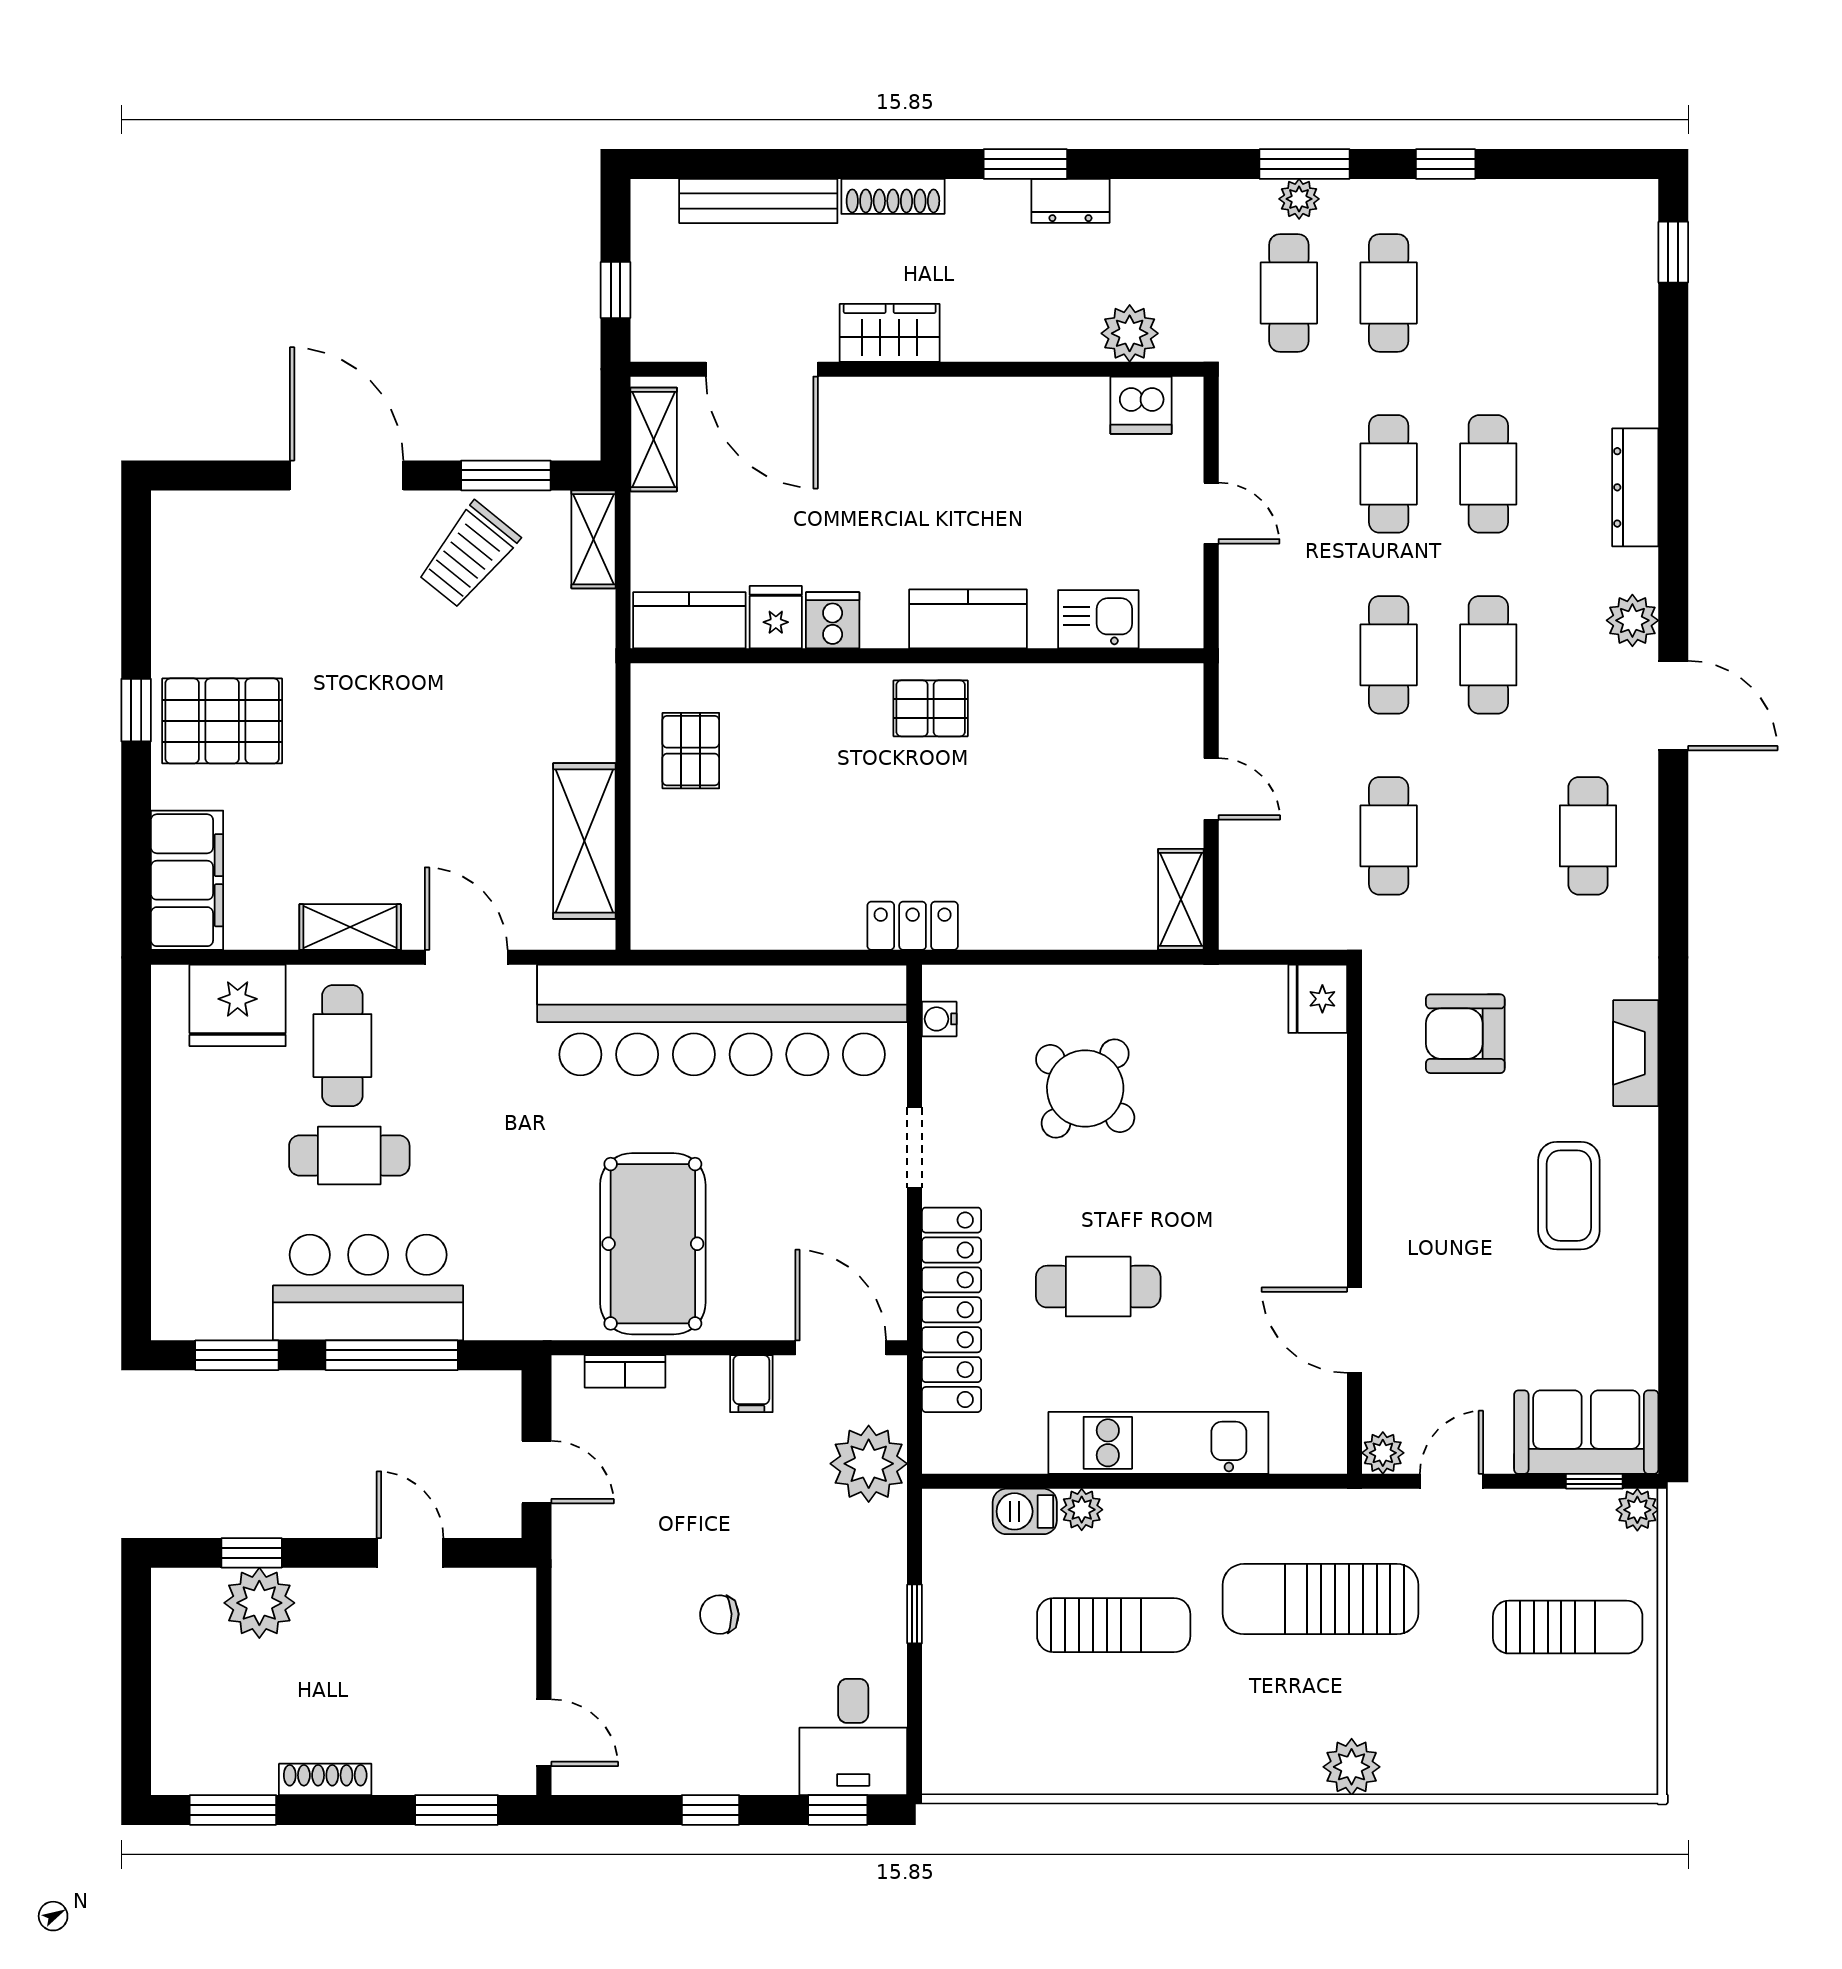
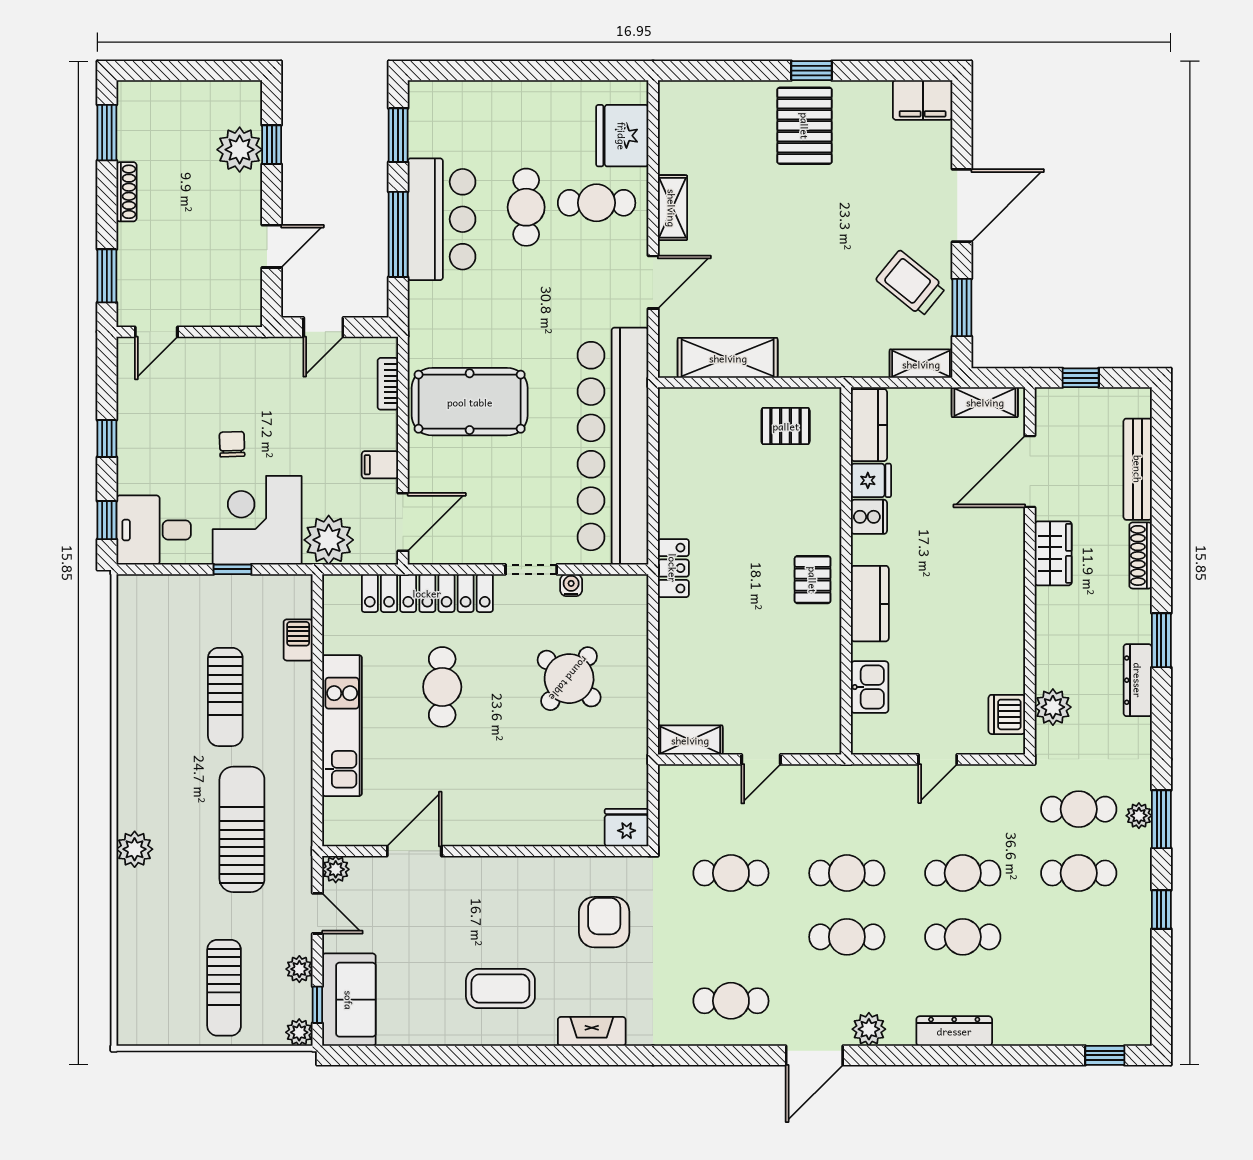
dresser: (1070, 201) -> (1138, 680), width x1.44
filing cabinet: (187, 880) -> (923, 100), moved, width x0.67, depth x0.86
water cooler: (939, 1019) -> (571, 585), moved
plant: (1082, 1510) -> (299, 969), moved
corner desk: (838, 1575) -> (257, 520), added

